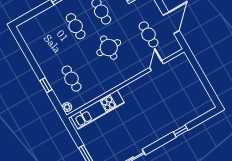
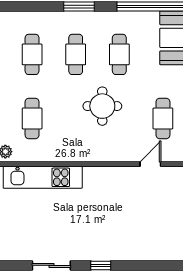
cafe table: (50, 41) -> (32, 54), added
window: (181, 131) -> (101, 265), moved

